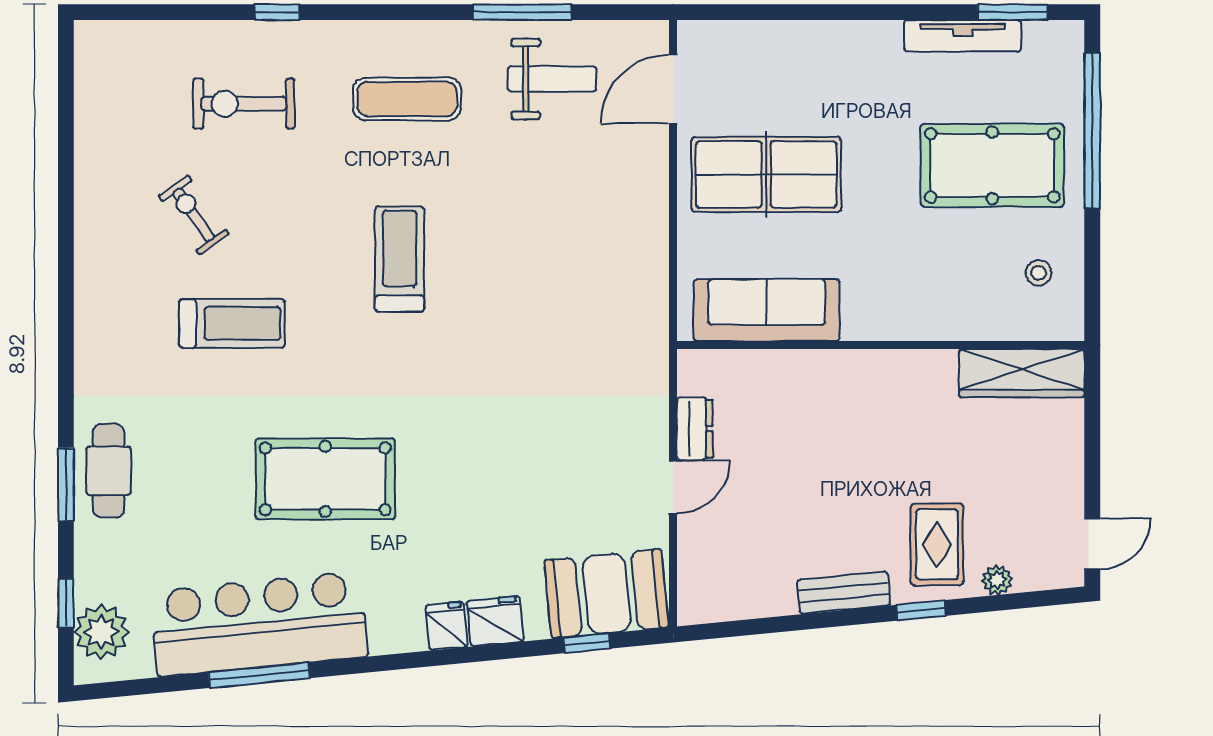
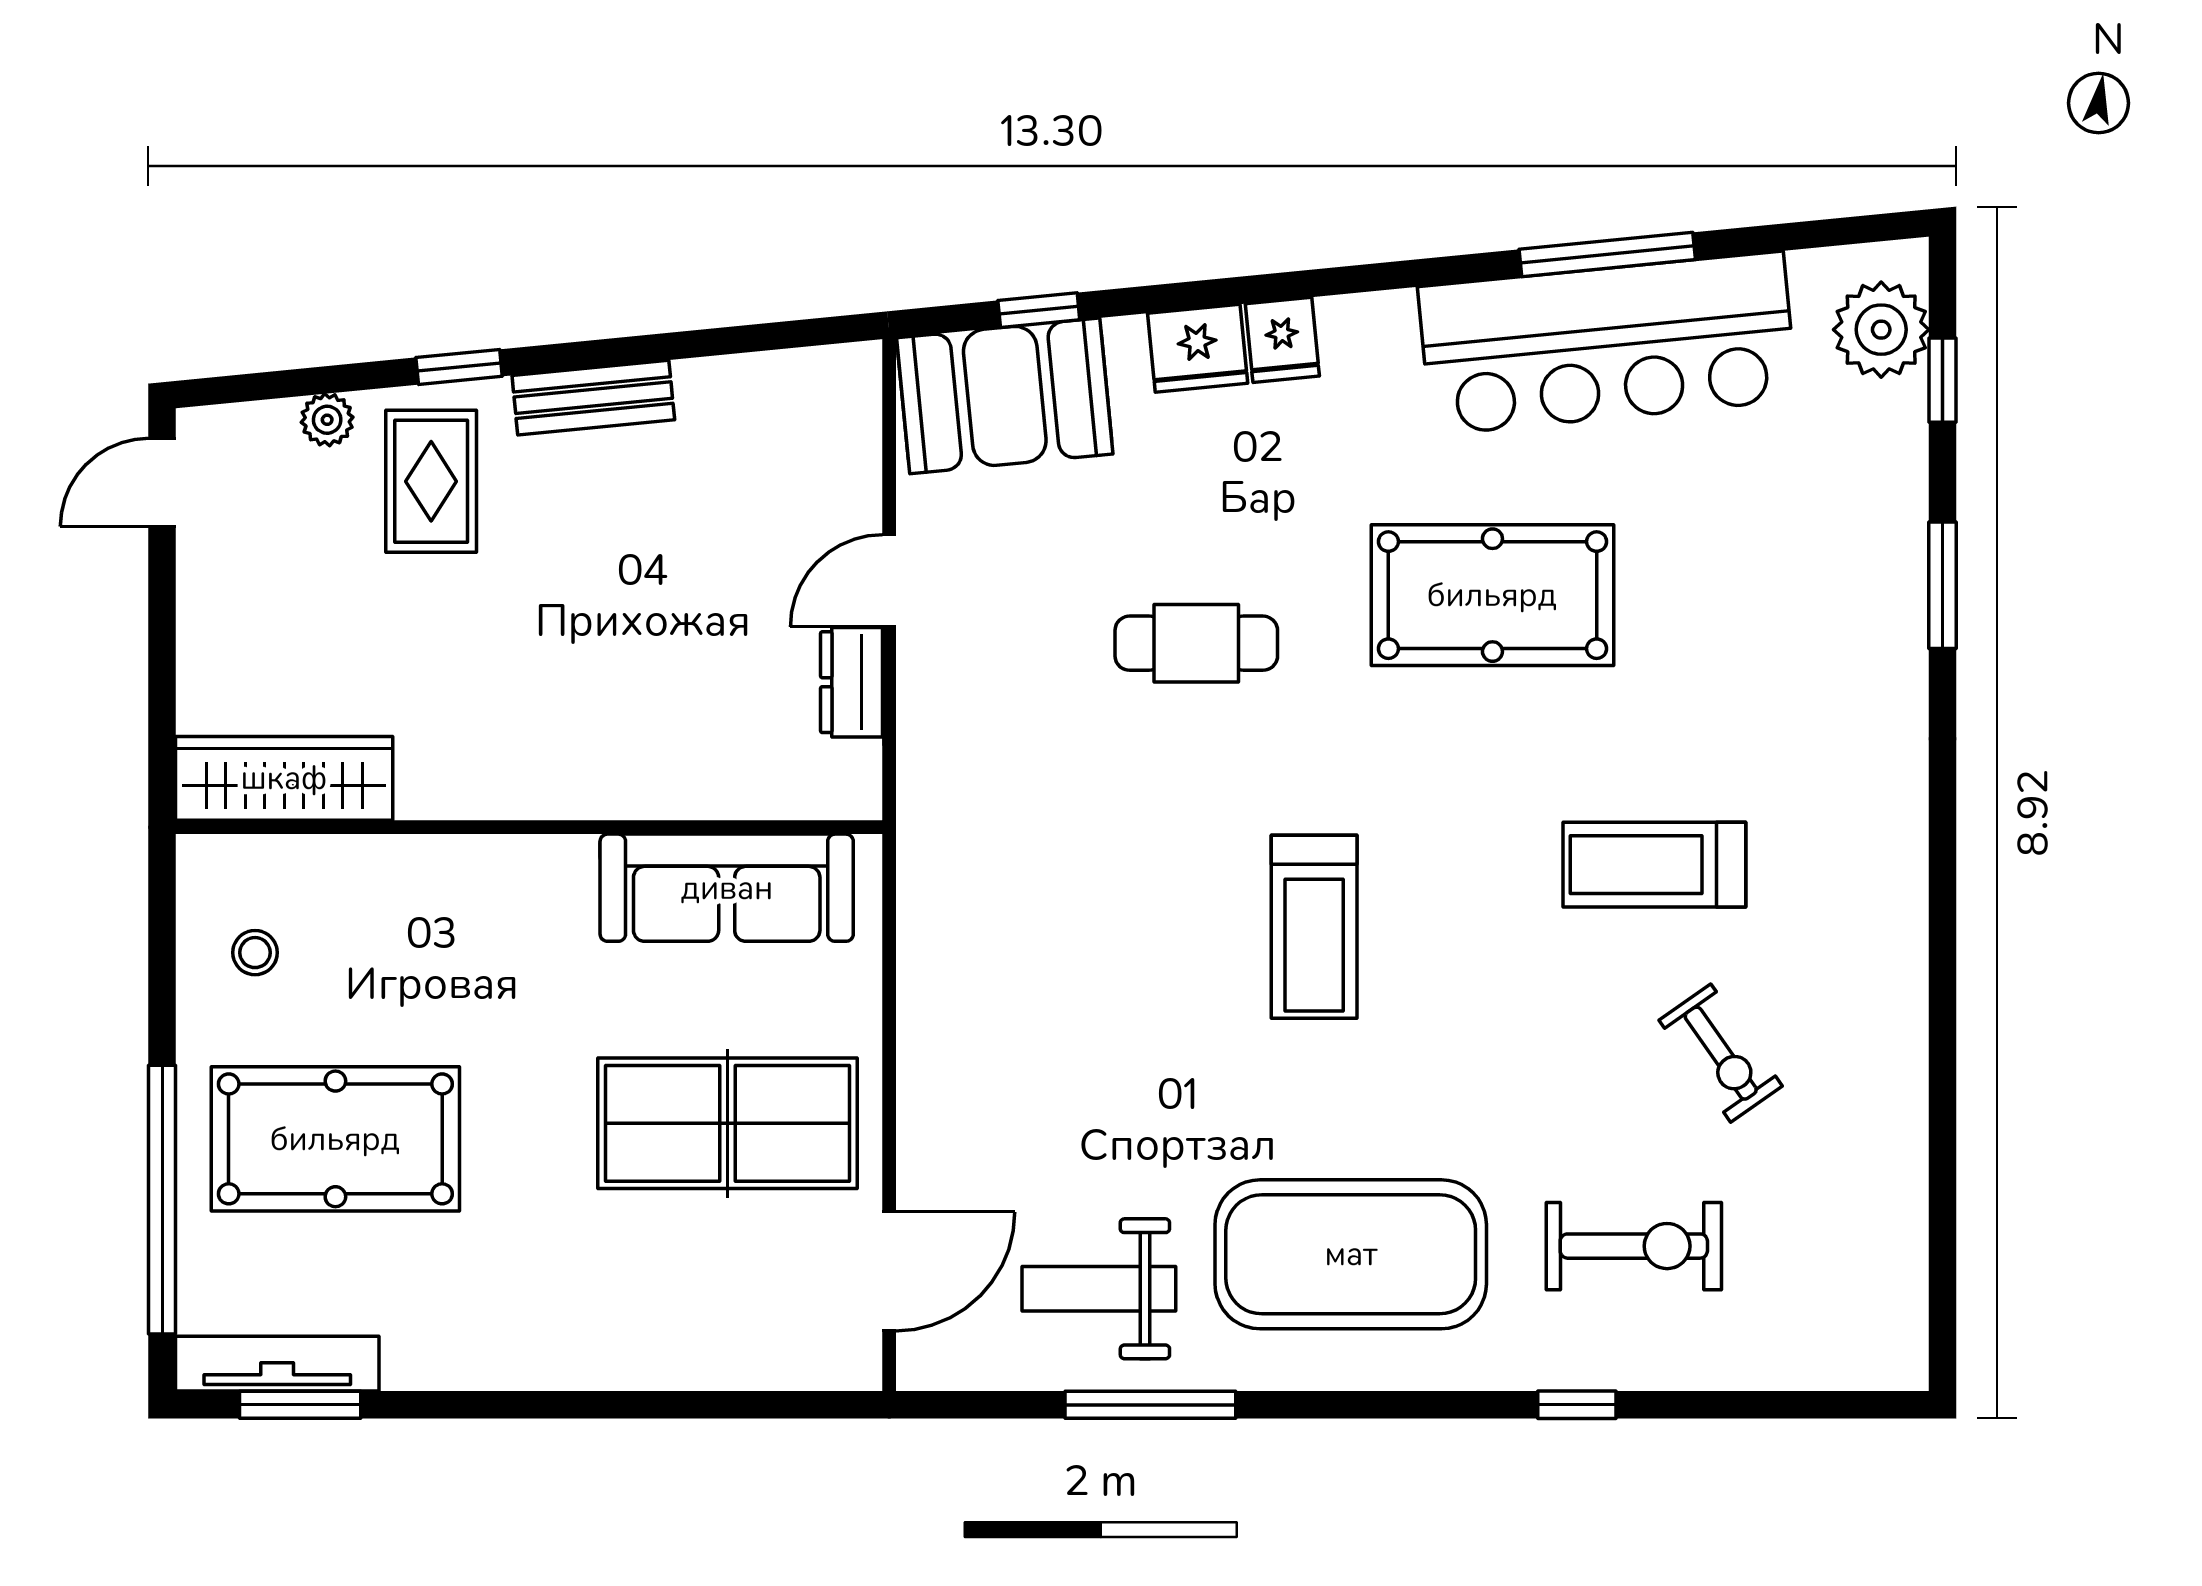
tv unit: (963, 36) -> (277, 1364), moved
exercise mat: (407, 99) -> (1351, 1254), width x2.00, depth x1.45
treadmill: (400, 259) -> (1314, 927), moved
cafe table: (109, 471) -> (1196, 643), moved, turned 90

